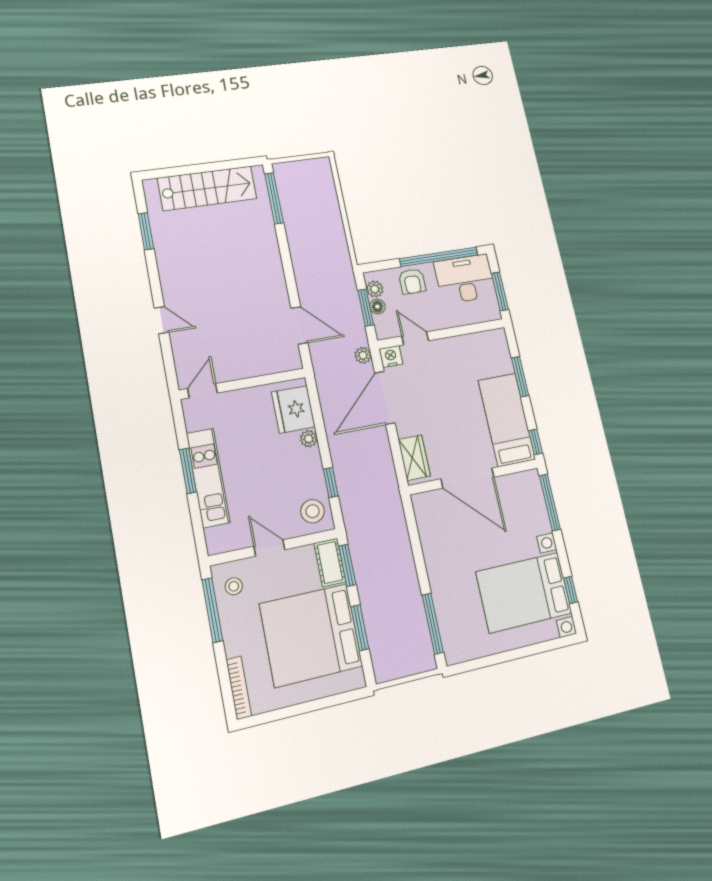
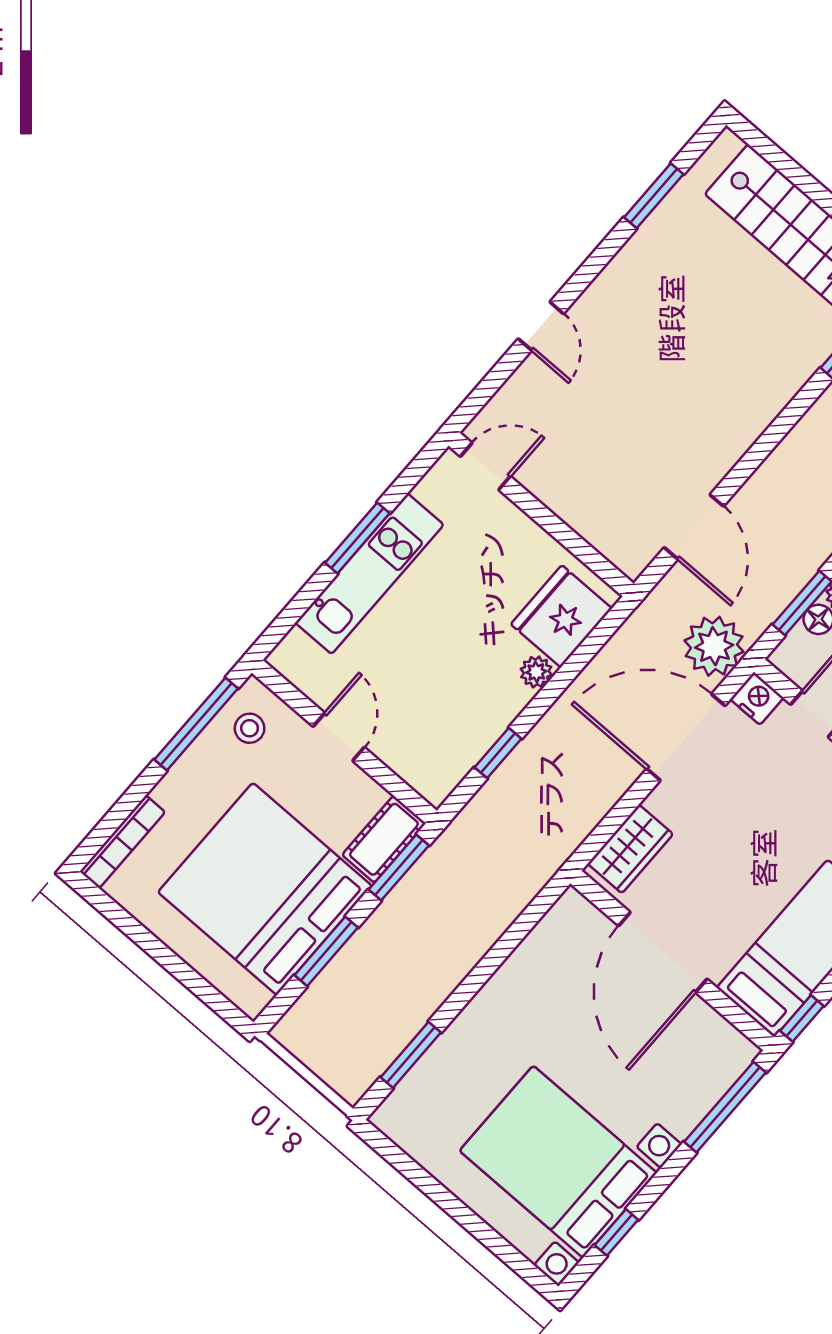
plant: (363, 355) -> (714, 646), width x1.87, depth x1.87
stool: (313, 511) -> (437, 758), removed
window: (433, 624) -> (411, 1055), width x0.69

